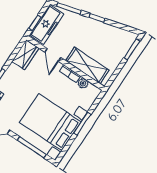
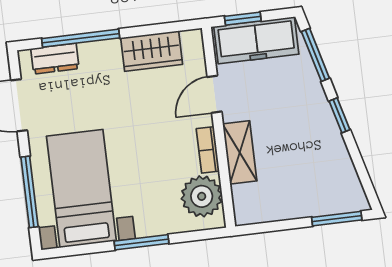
wardrobe: (25, 55) -> (152, 51), moved
shelving: (87, 65) -> (240, 152), width x0.67, depth x0.75
plant: (83, 83) -> (202, 196), width x1.87, depth x1.87
bed with nightstands: (50, 122) -> (81, 189), width x0.73

